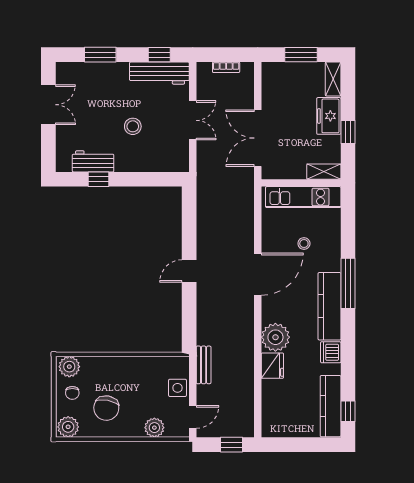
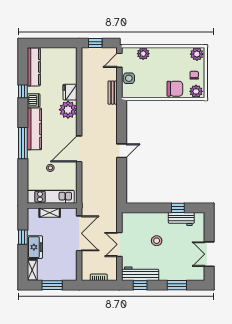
shelving: (324, 172) -> (50, 213), moved
chair: (106, 408) -> (175, 89), moved, turned 79
window: (348, 411) -> (23, 91), moved

